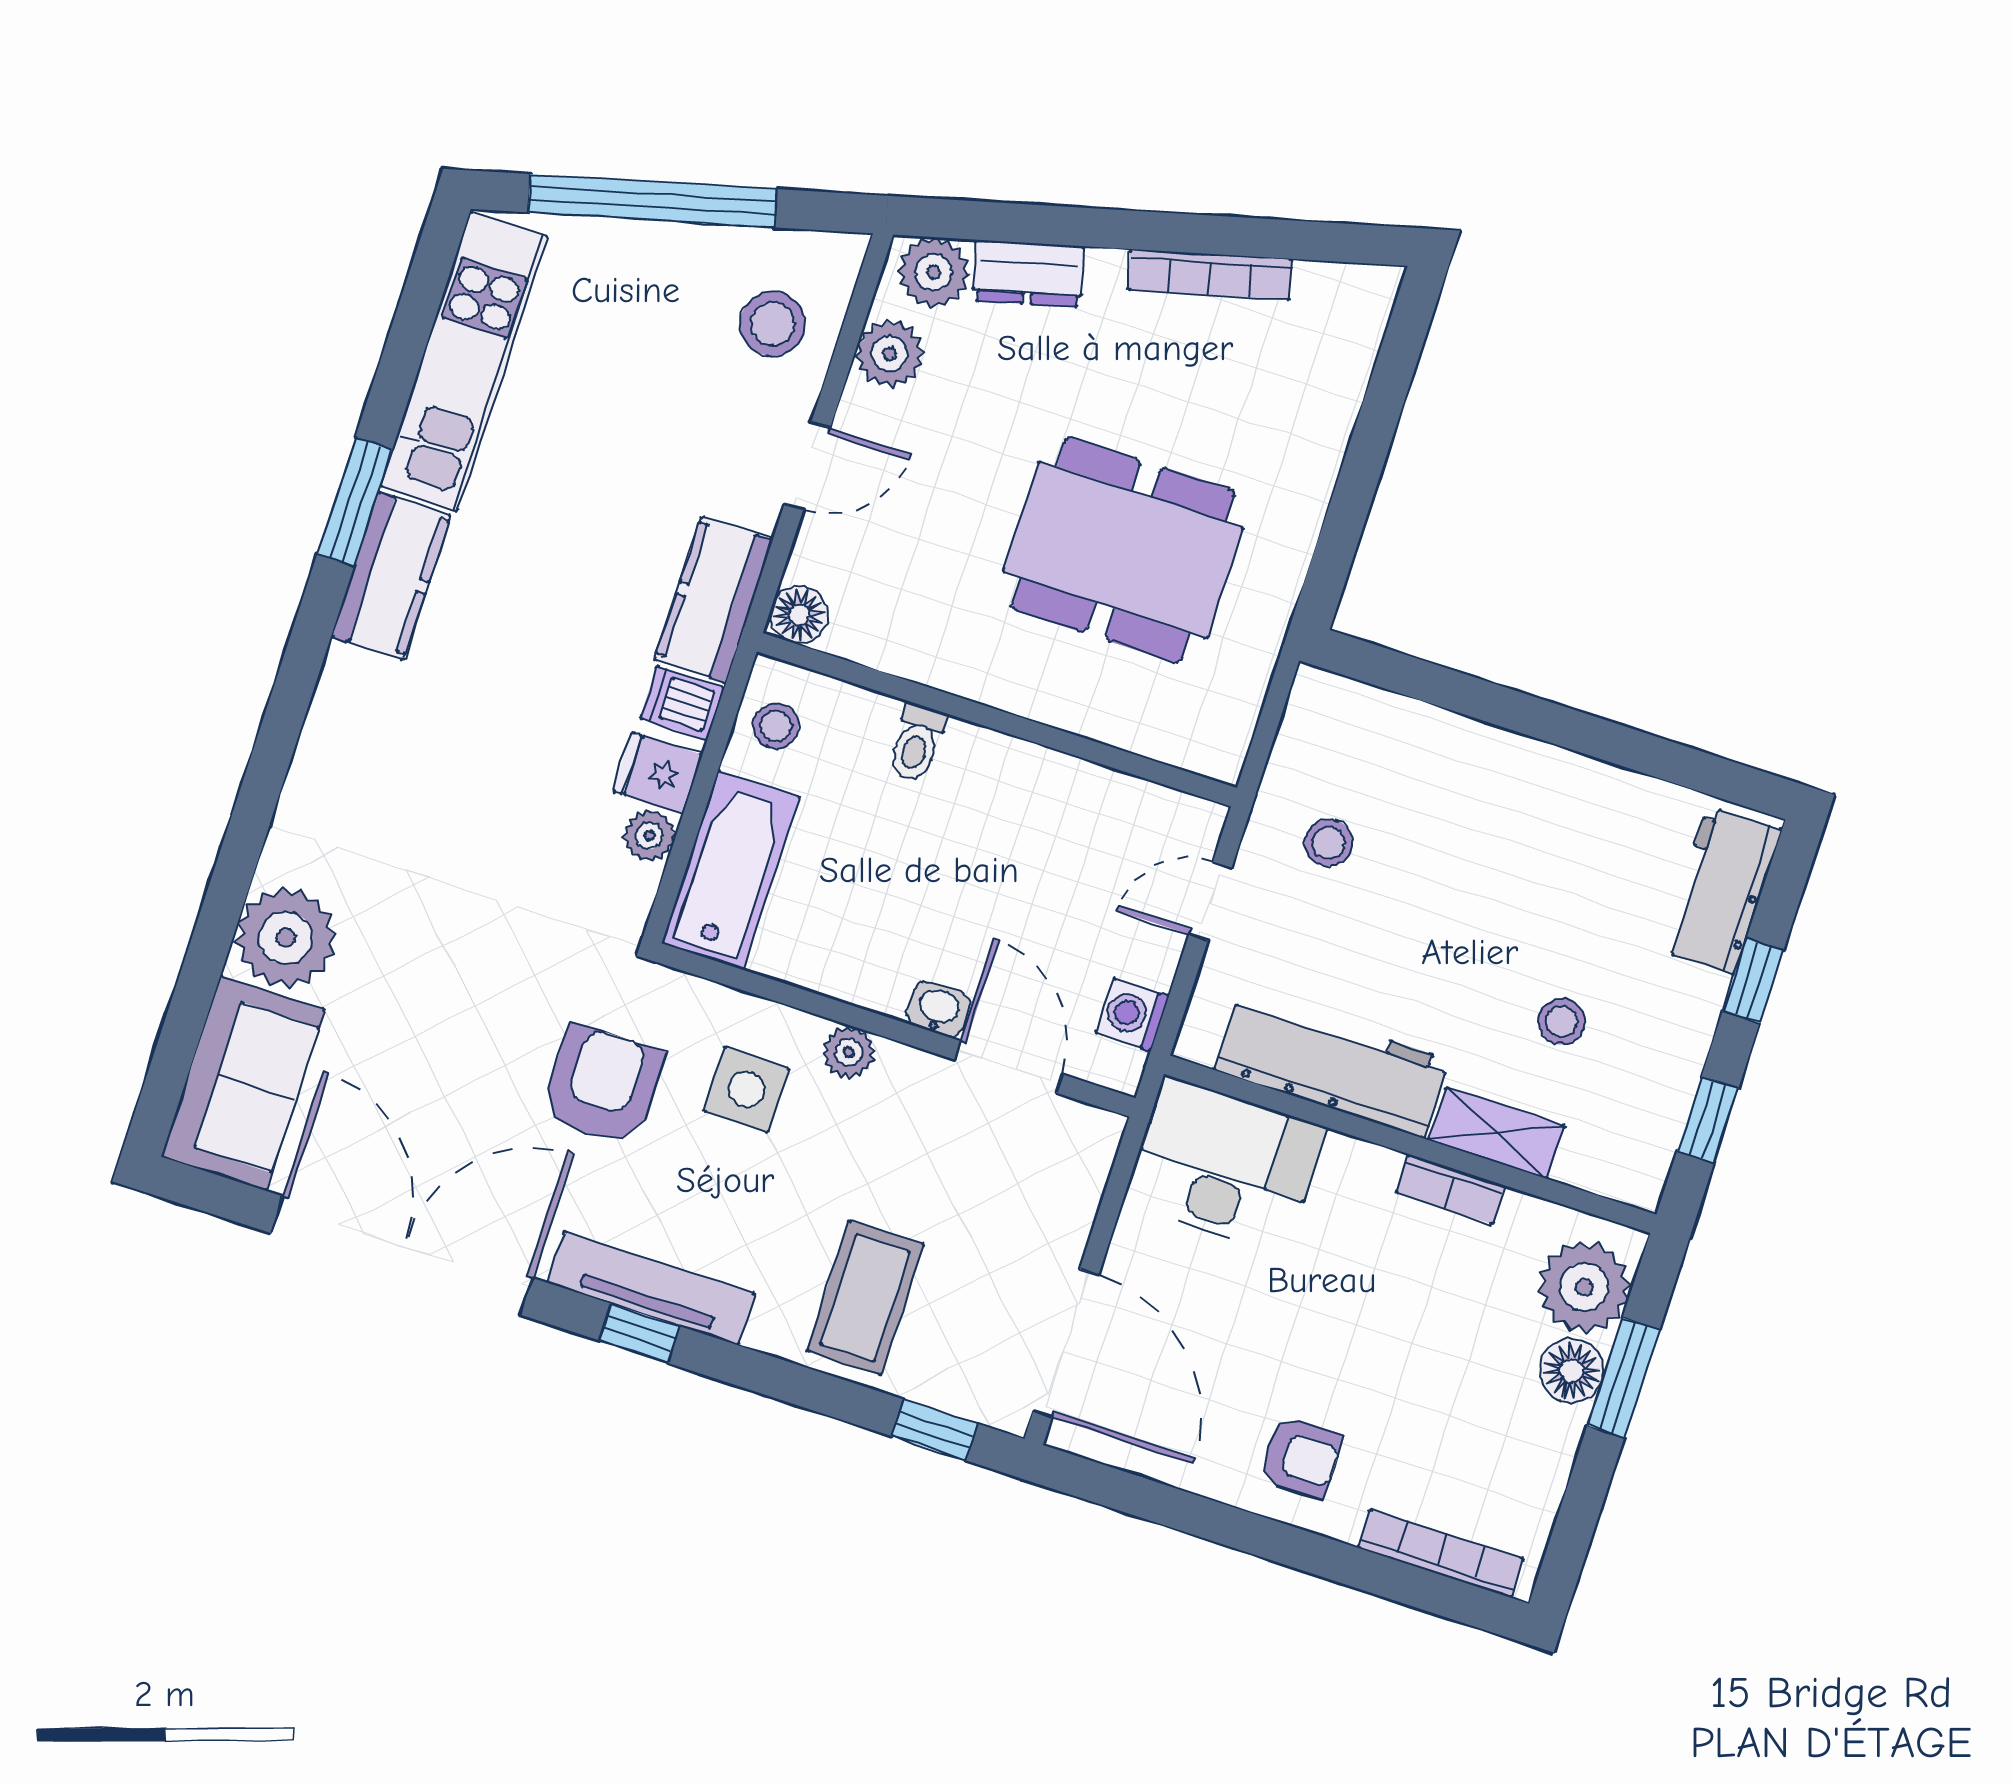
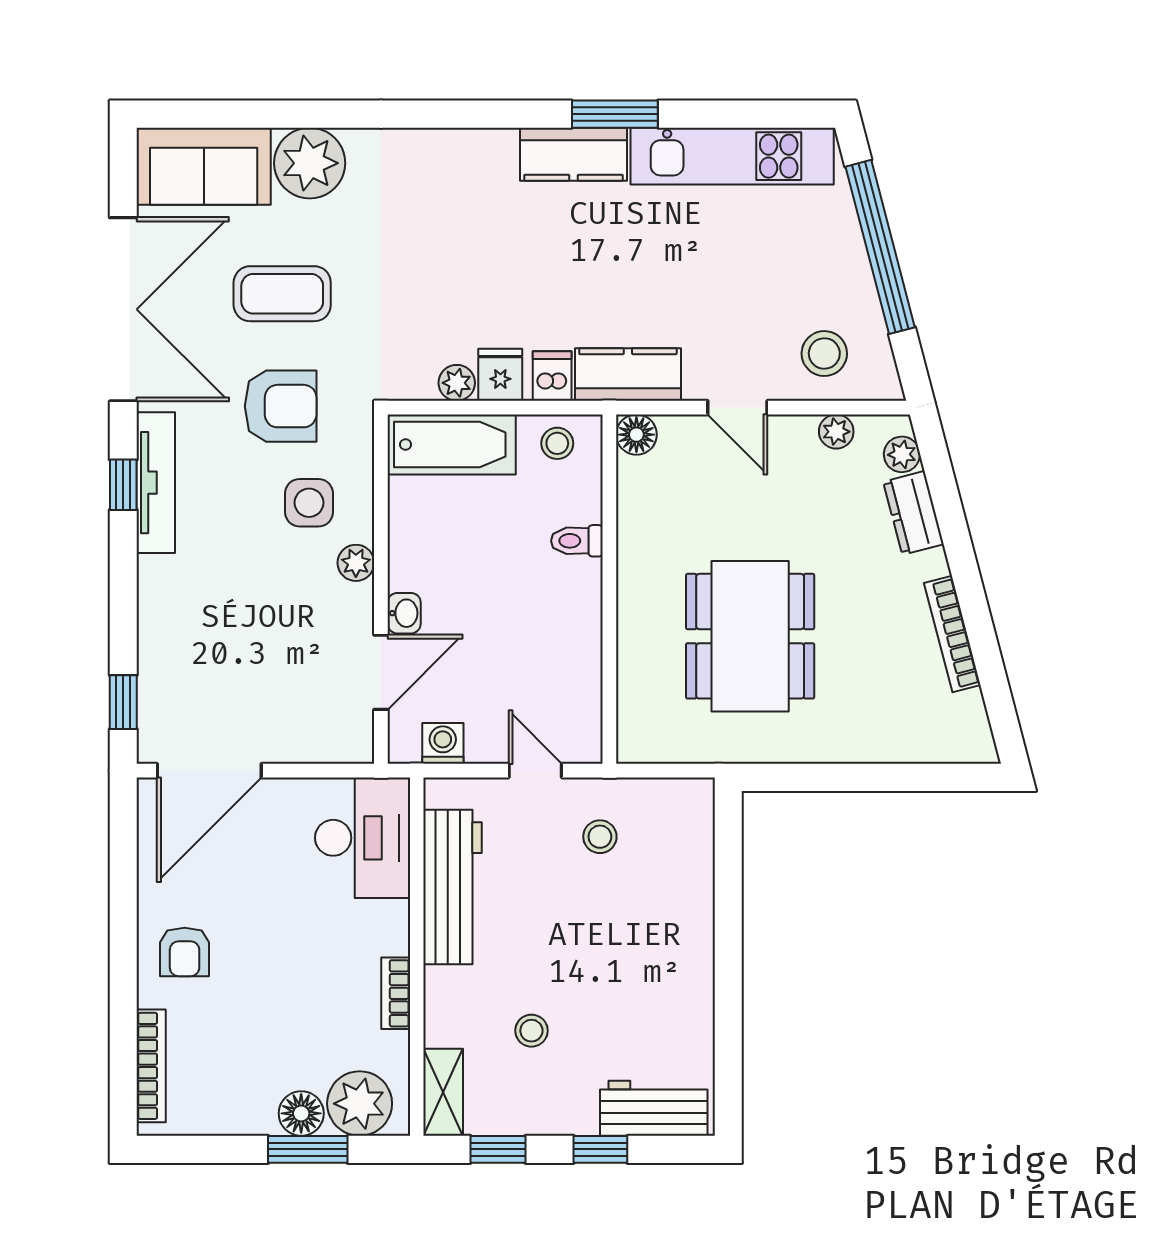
plant: (934, 272) -> (902, 454), width x0.73, depth x0.73
plant: (890, 354) -> (836, 432), width x0.73, depth x0.73
shelving: (1497, 1133) -> (443, 1092), moved
coffee table: (865, 1298) -> (282, 294), moved

